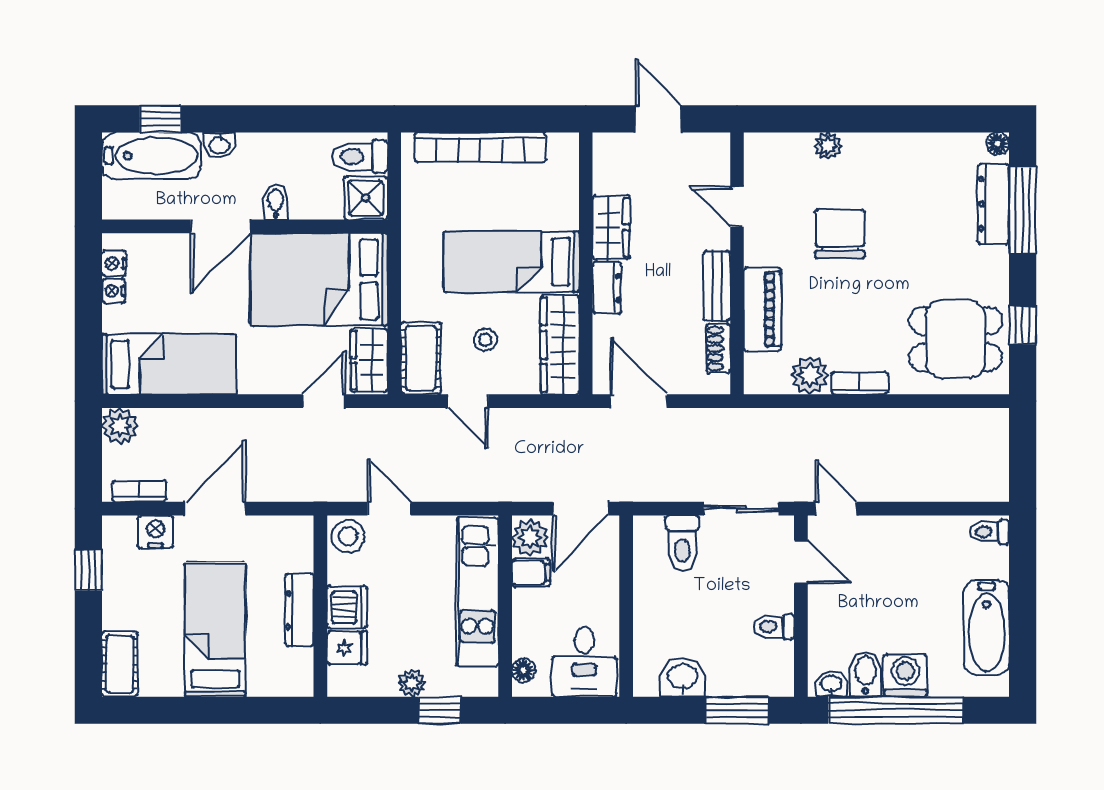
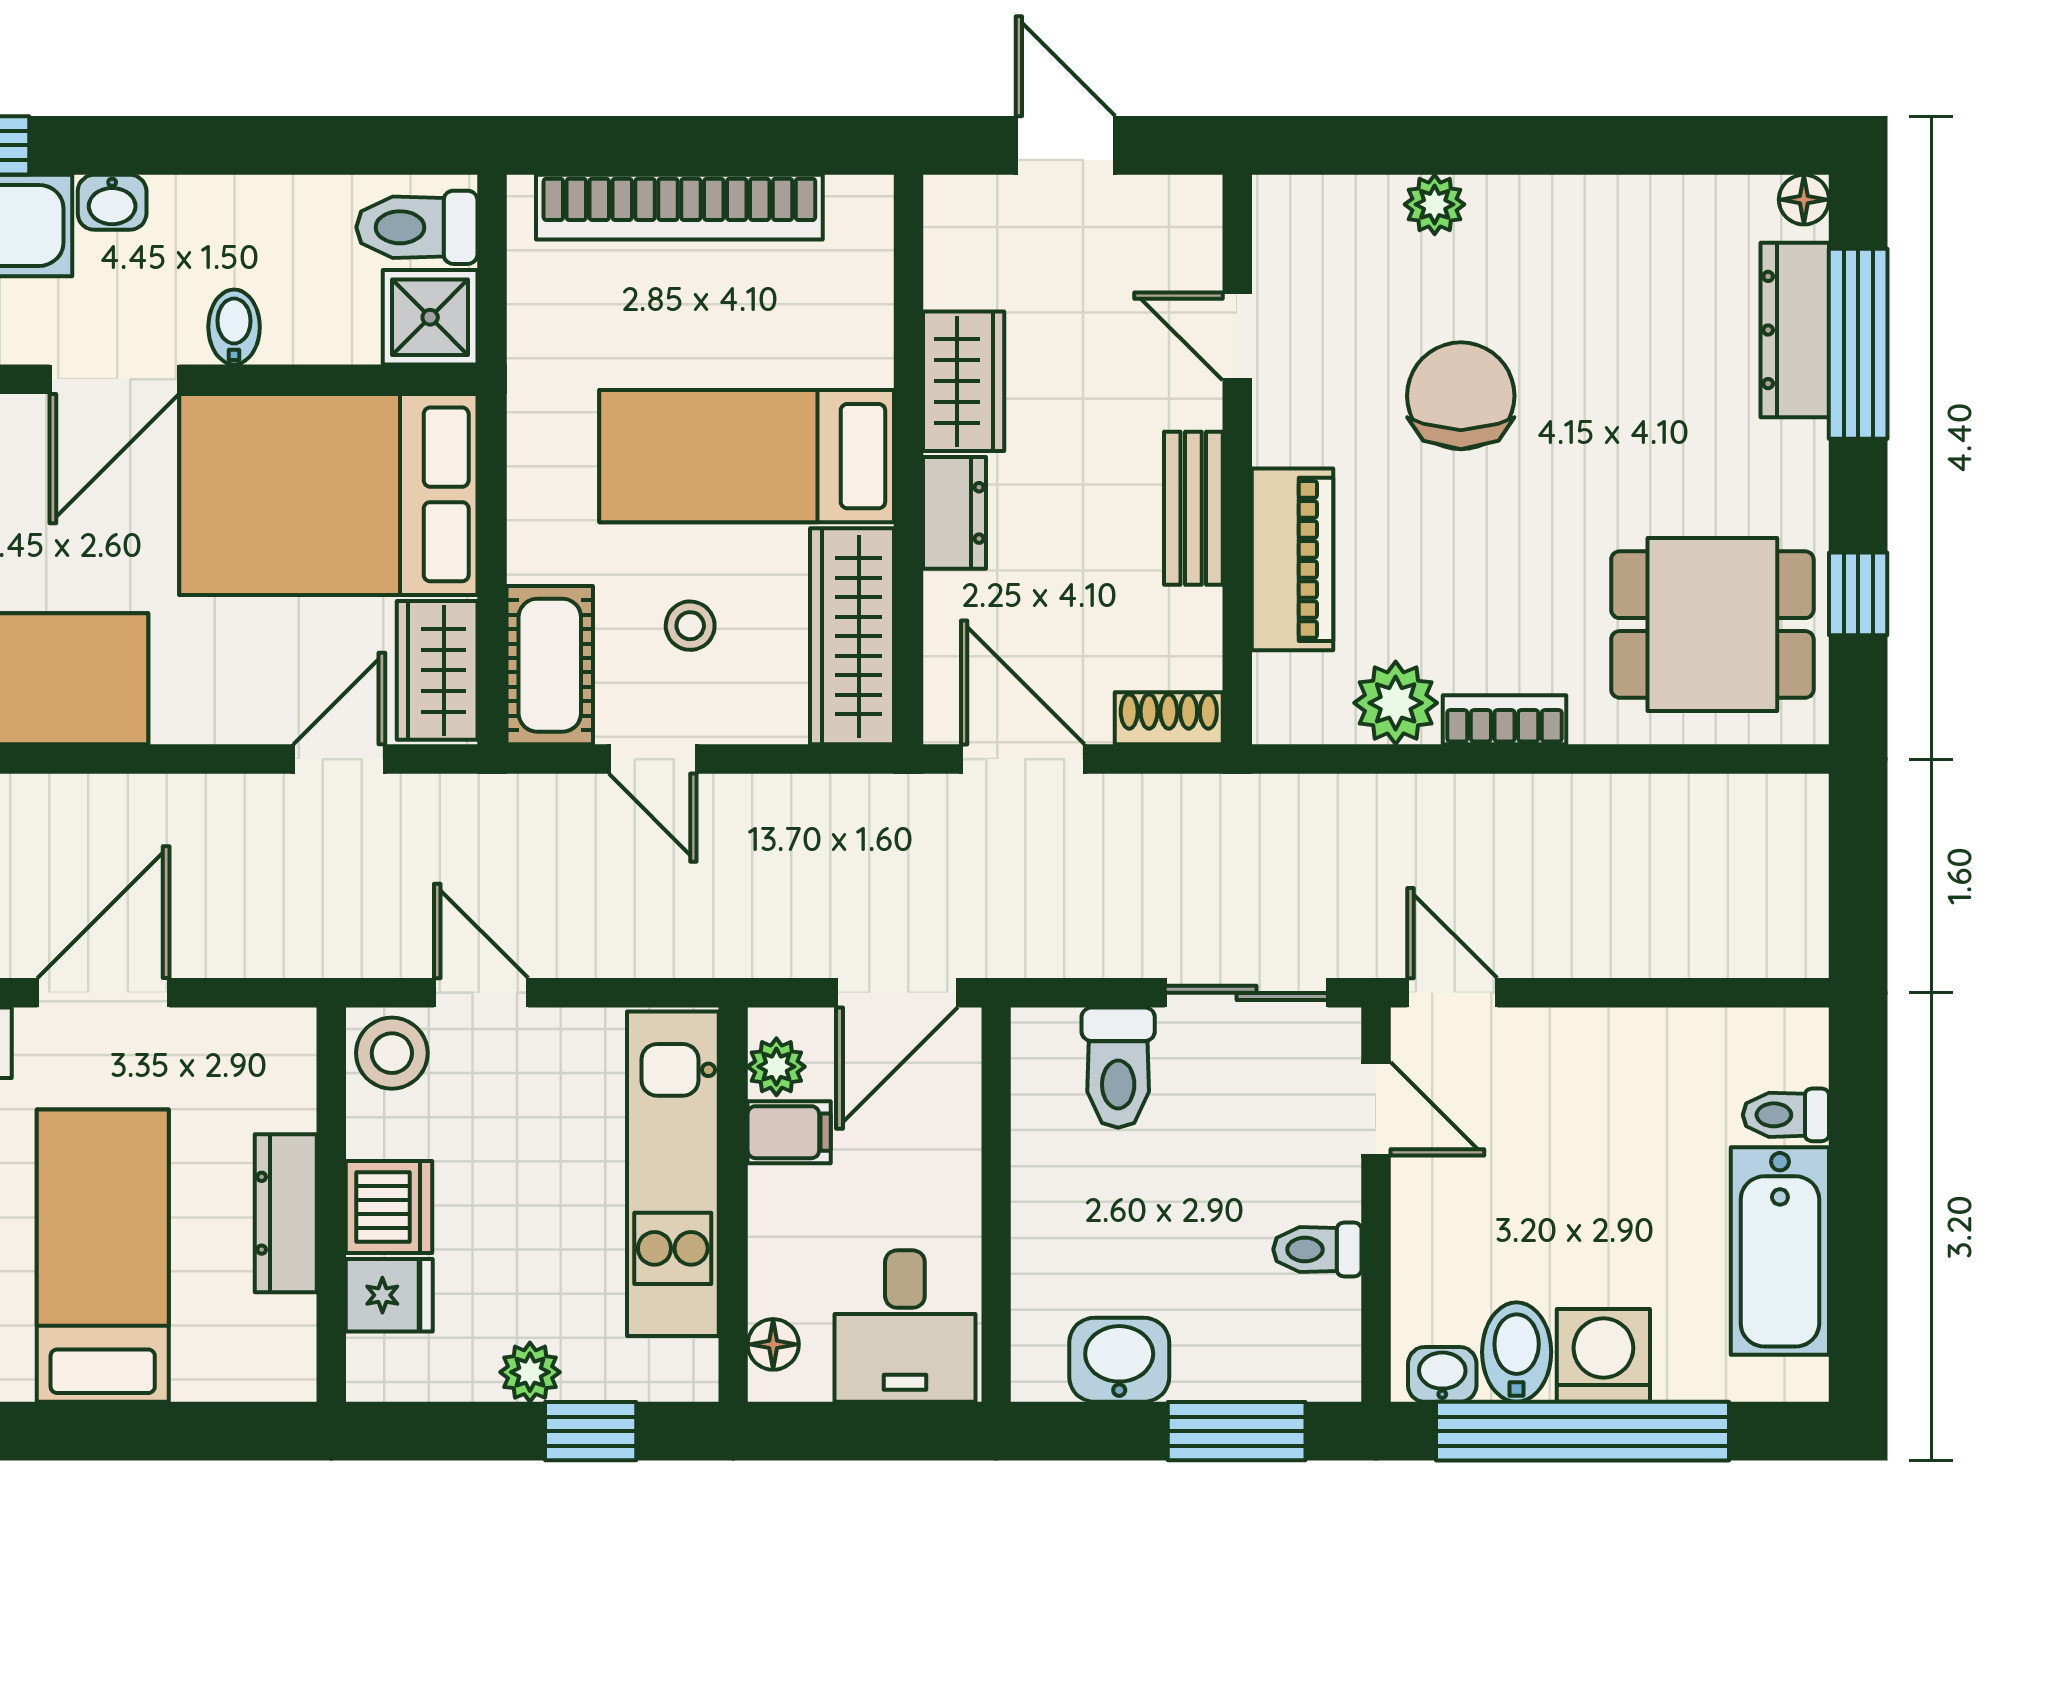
shoe rack: (718, 348) -> (1169, 718), moved, turned 90
toilet: (989, 532) -> (1786, 1115), moved
plant: (530, 538) -> (776, 1067), width x0.73, depth x0.73

